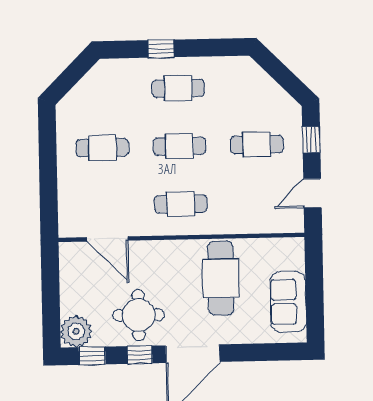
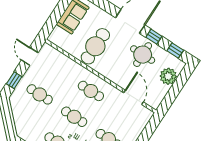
door: (312, 193) -> (30, 56), swing flipped
plant: (76, 331) -> (168, 76), moved

